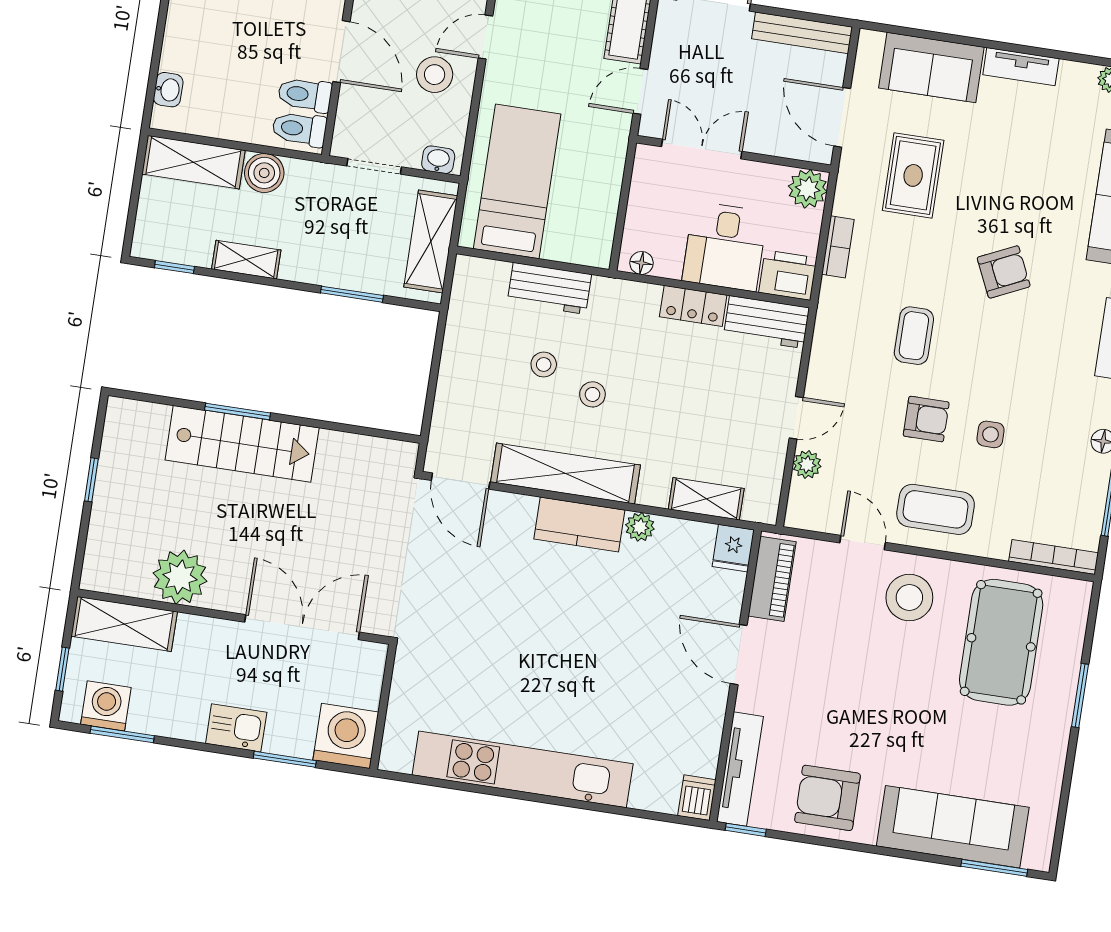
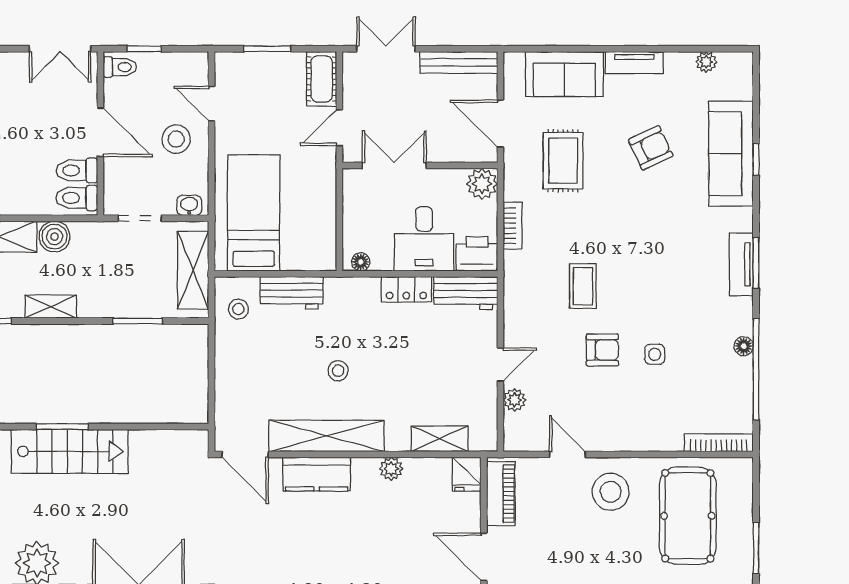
door: (485, 37) -> (212, 104), hinge flipped
armchair: (1004, 272) -> (651, 148), moved
stool: (544, 365) -> (238, 309), moved
coffee table: (936, 509) -> (621, 420), removed
kitchen counter: (579, 524) -> (317, 474), moved

